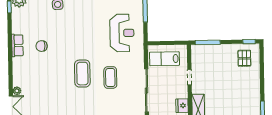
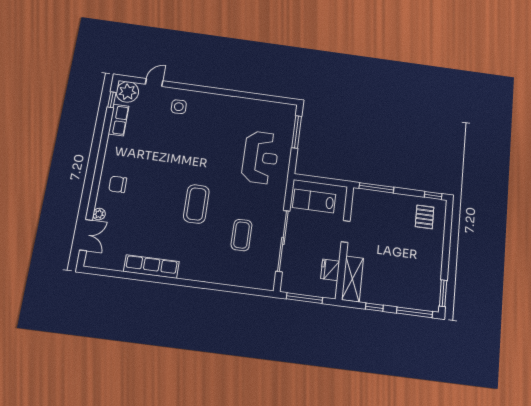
row of seats: (17, 45) -> (119, 120), moved
chair: (42, 46) -> (118, 184), moved
coffee table: (110, 78) -> (242, 235), moved

